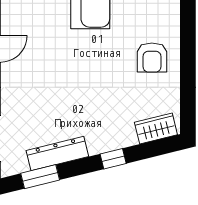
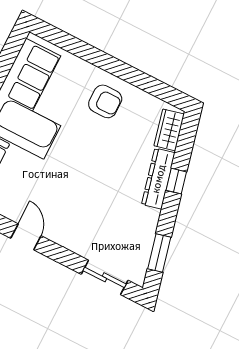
dresser: (57, 153) -> (158, 179), moved

